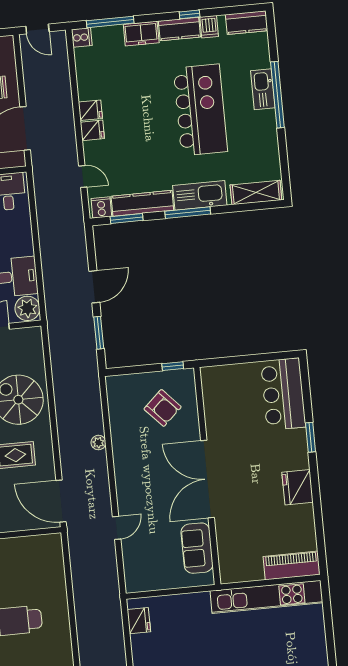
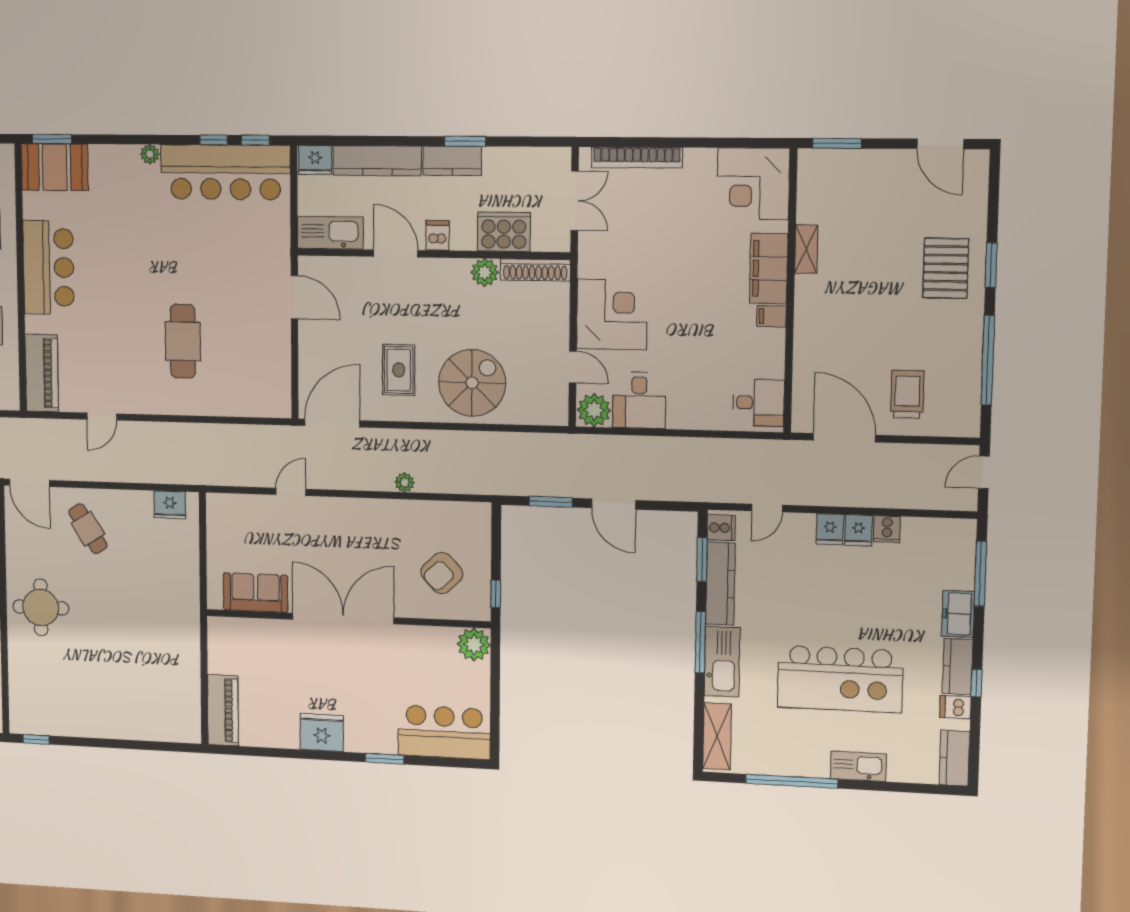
cooker: (82, 37) -> (887, 529), moved
window: (277, 95) -> (792, 781), moved
plant: (213, 379) -> (474, 644), added
door: (117, 528) -> (291, 492), swing flipped
kitchen unit: (266, 597) -> (186, 672), removed

